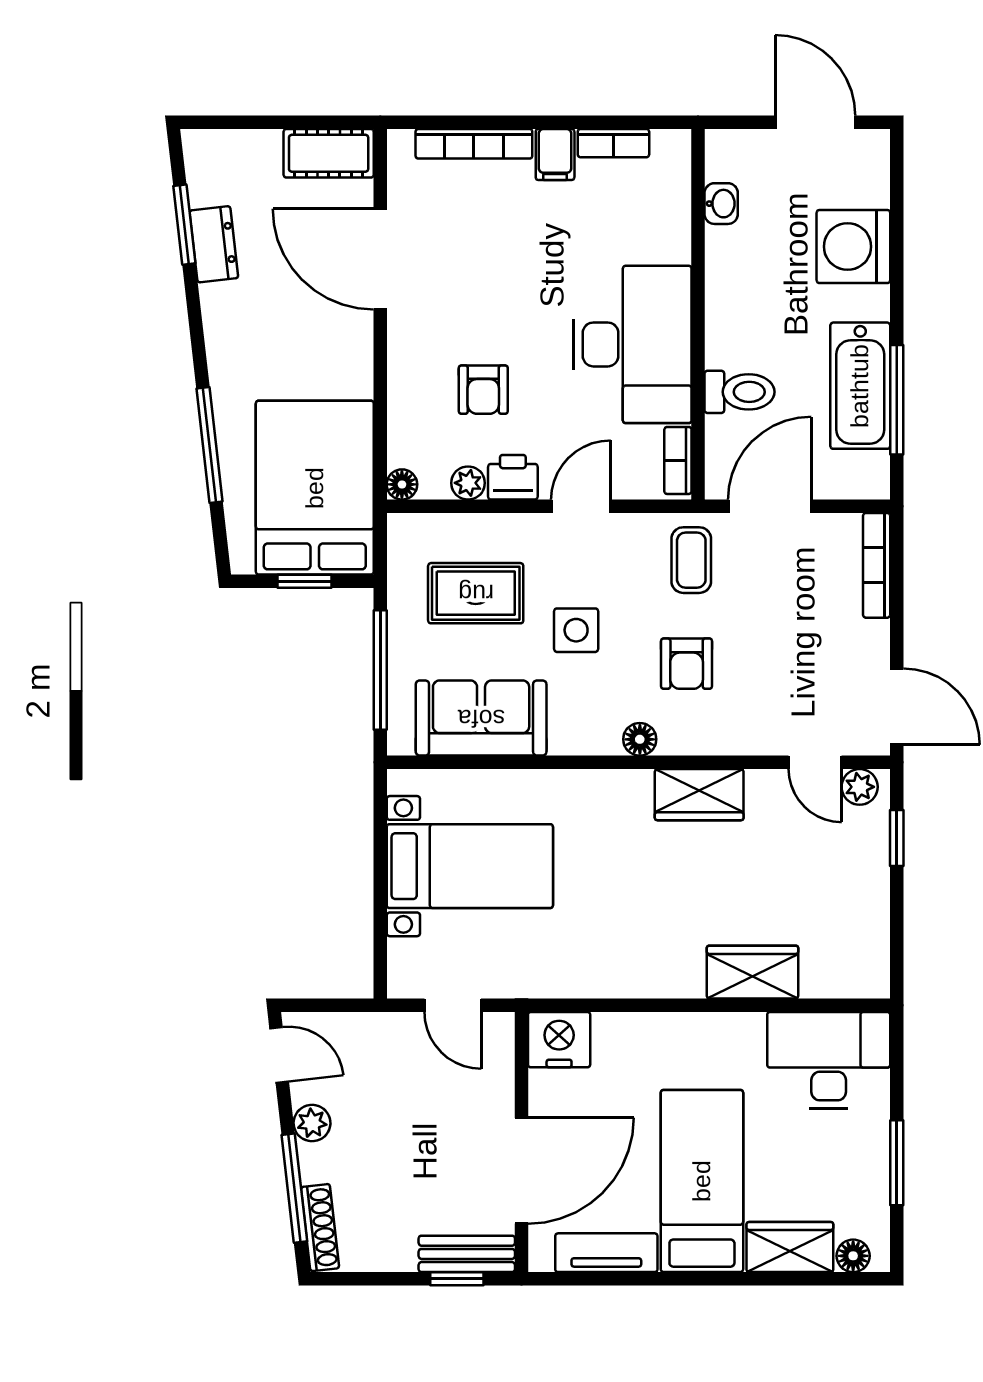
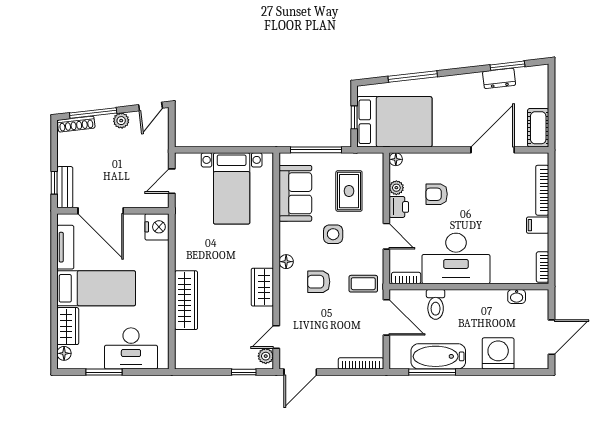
bookcase: (613, 143) -> (543, 267), moved
wardrobe: (752, 972) -> (186, 300), width x1.50
desk: (829, 1060) -> (131, 348), moved, turned 90

